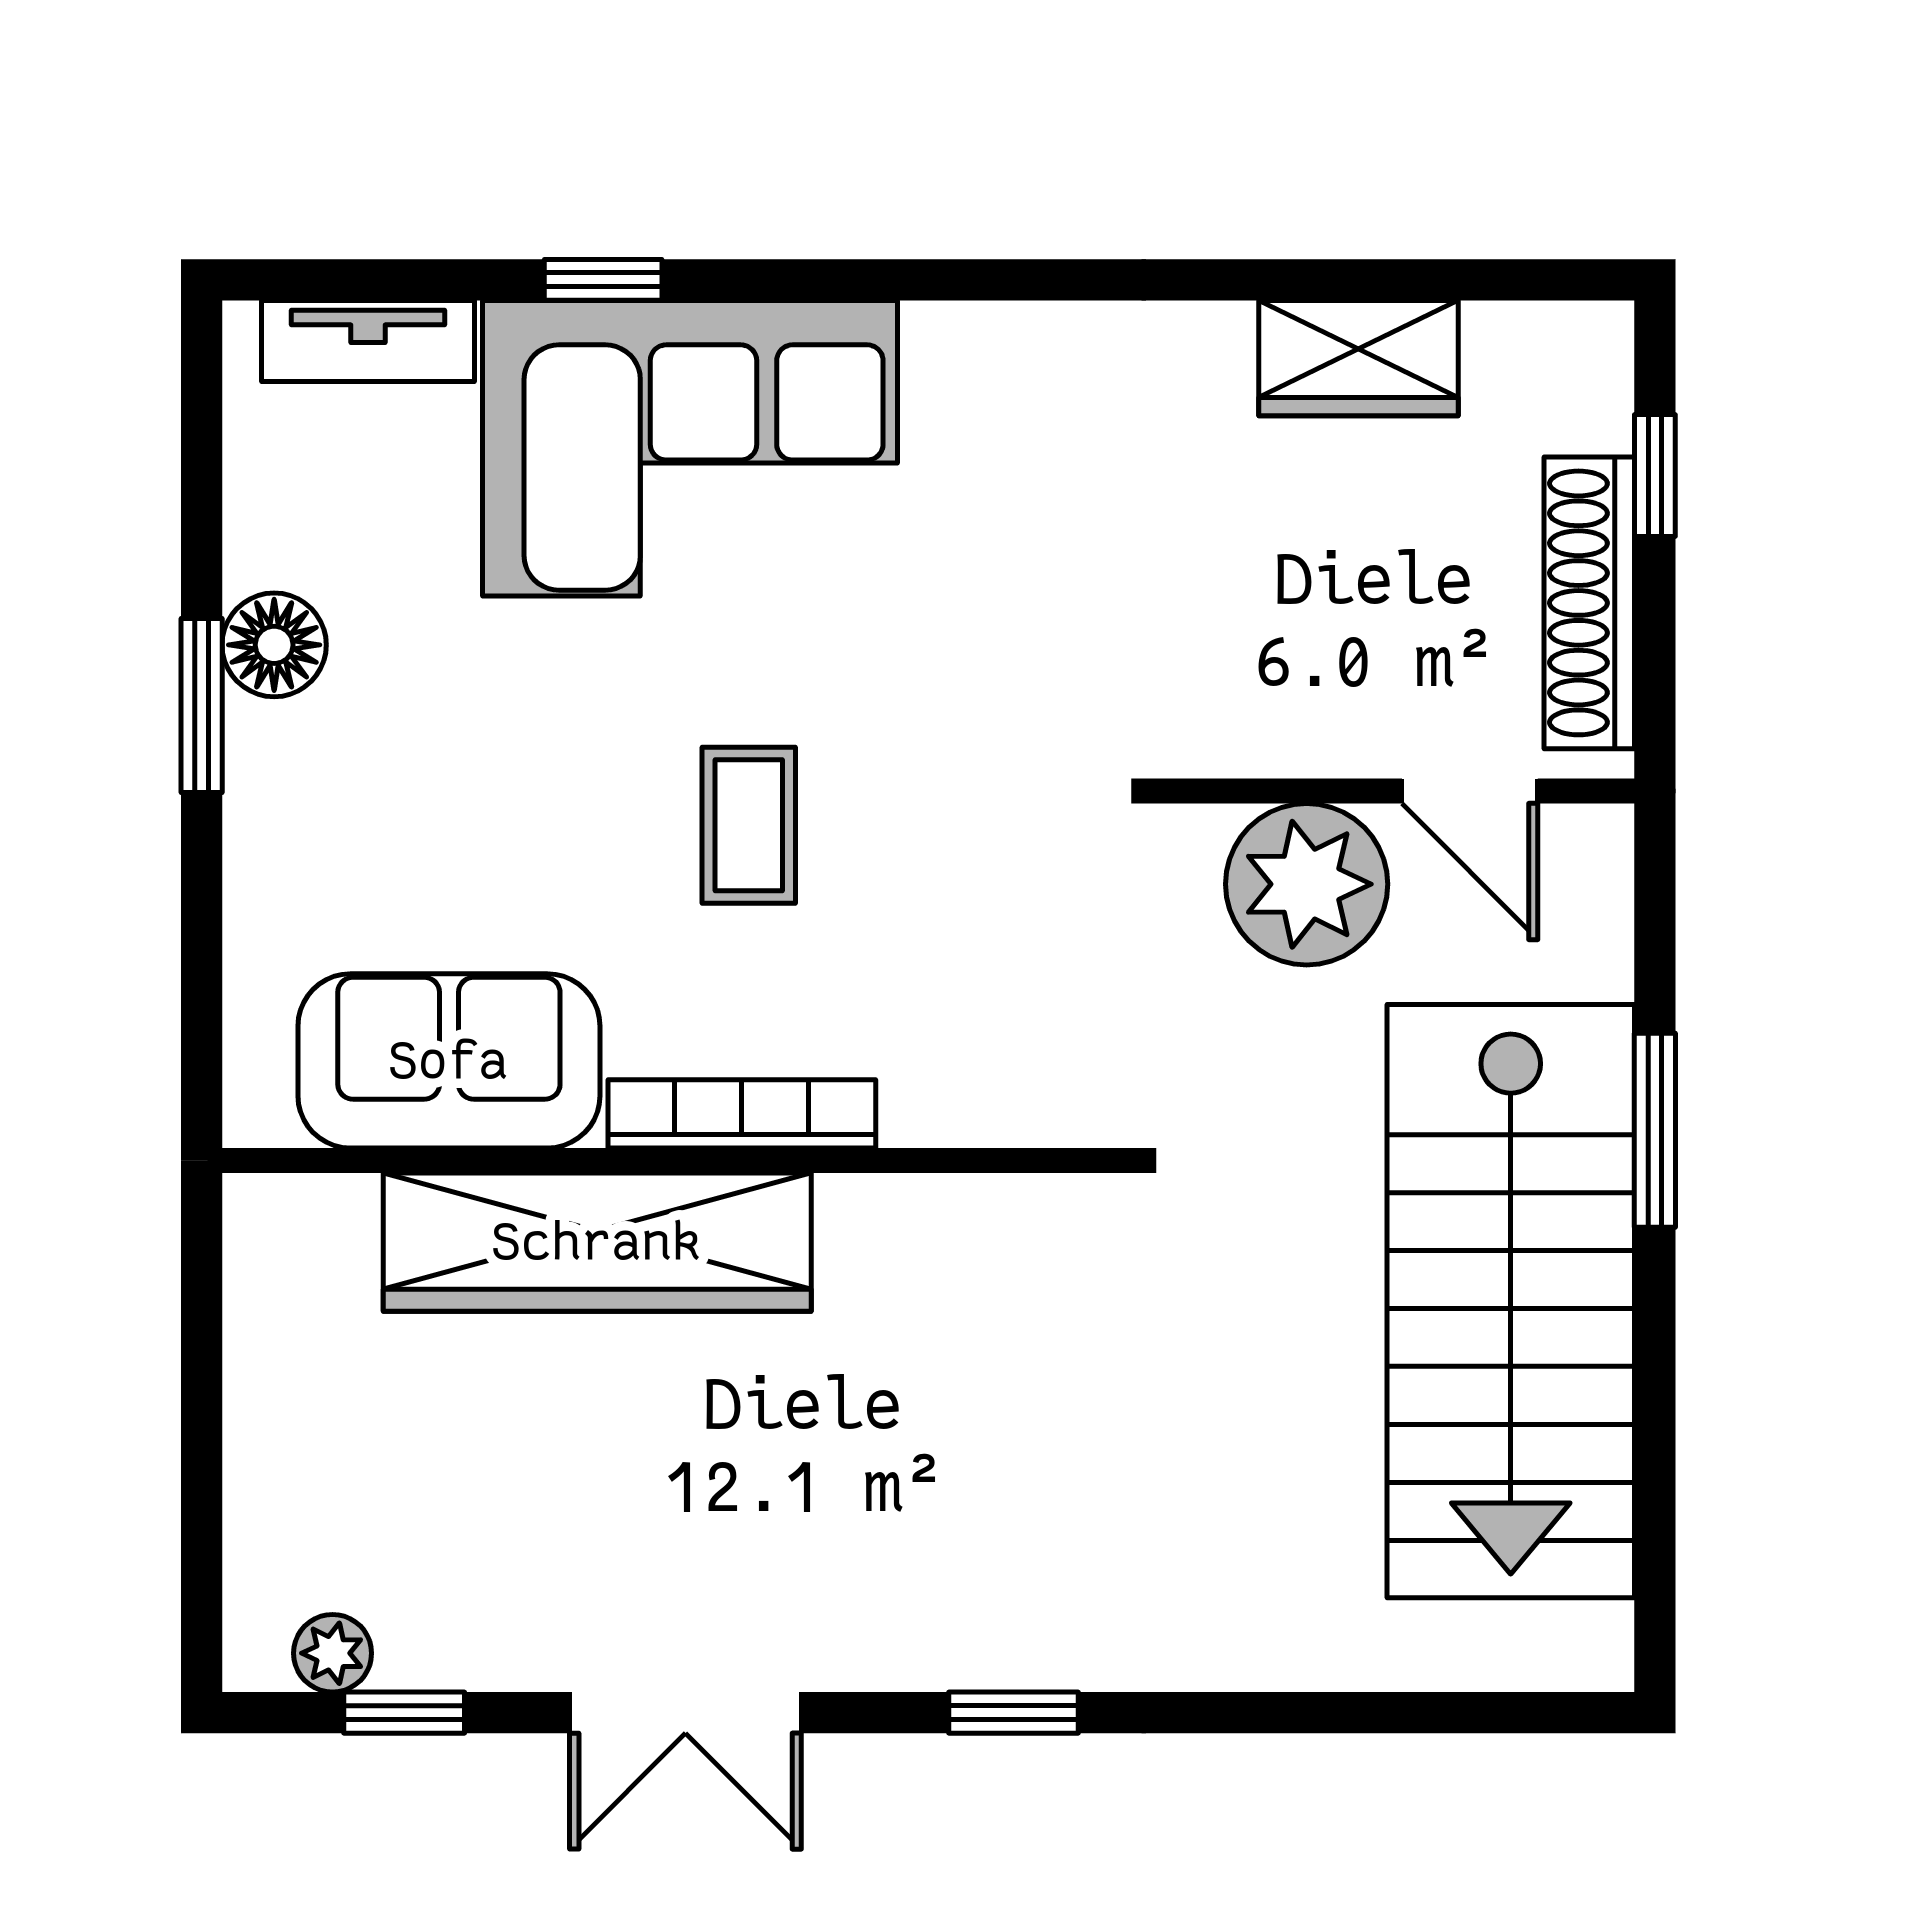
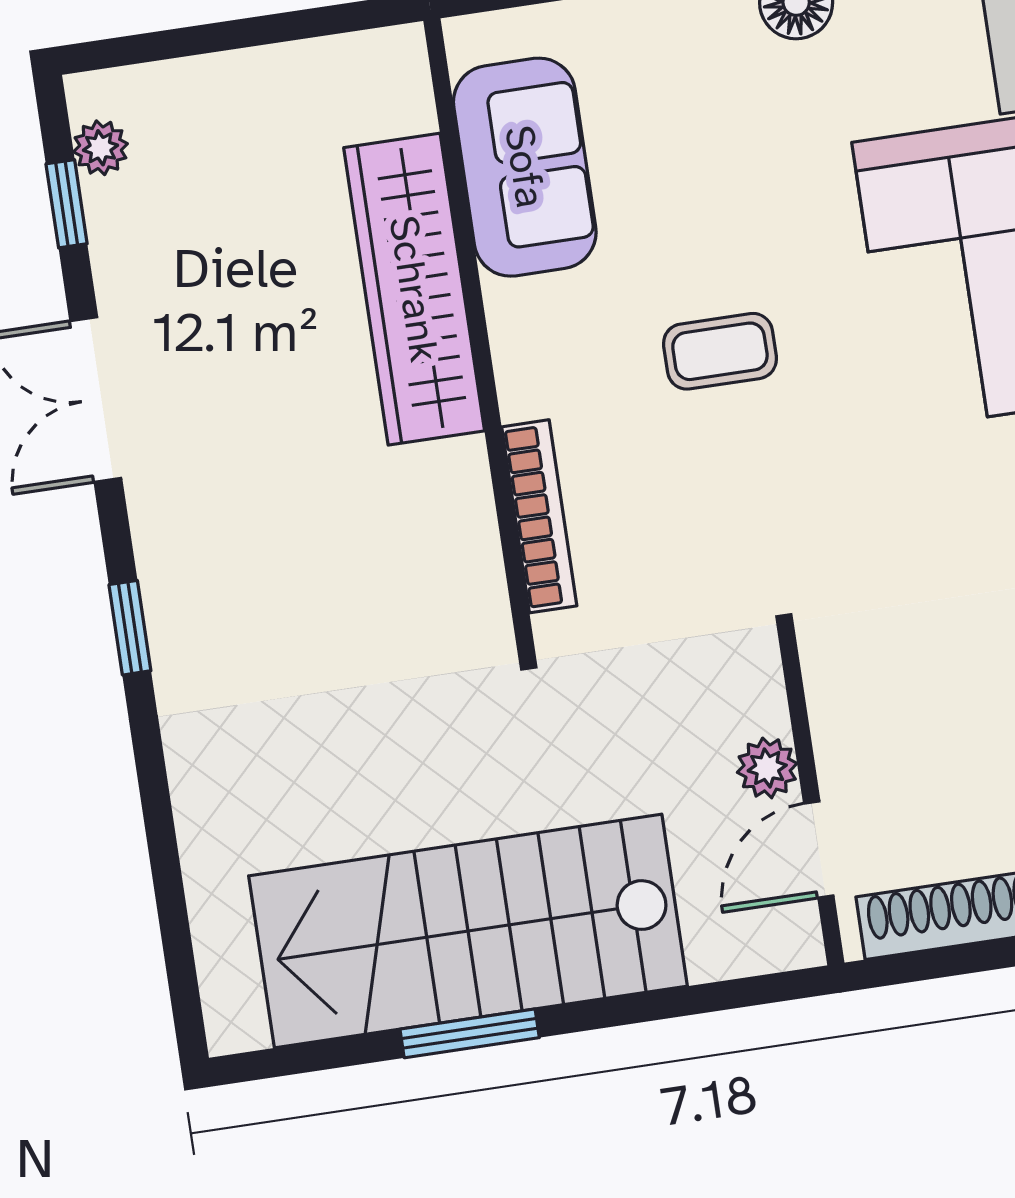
plant: (1307, 884) -> (767, 768), width x0.53, depth x0.53
bookcase: (742, 1114) -> (539, 516), moved
window: (1655, 1130) -> (470, 1033), moved

